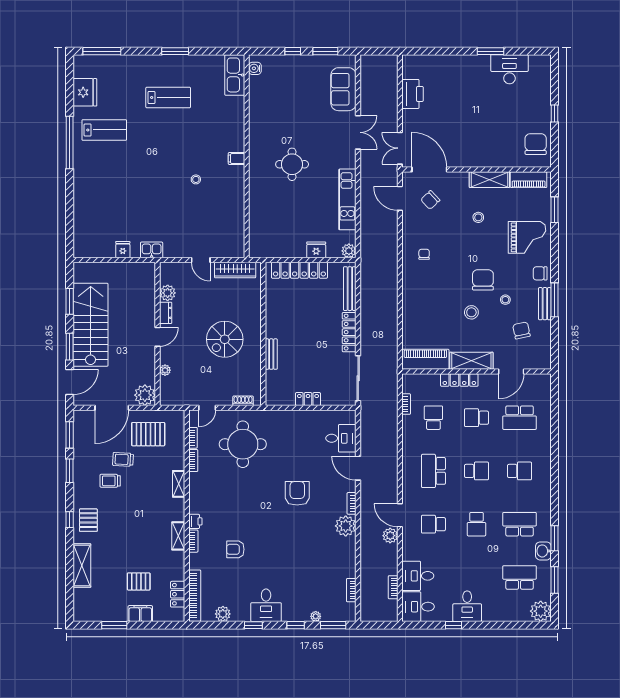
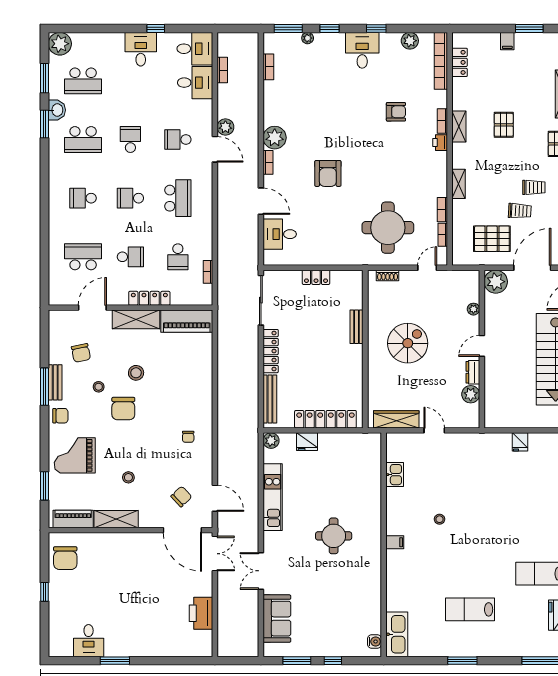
desk: (509, 69) -> (89, 641), width x0.73
kitchen sink: (152, 250) -> (395, 475), moved, turned -90
school desk: (433, 524) -> (178, 140), turned 180
pallet: (139, 581) -> (504, 125), moved, turned 90
filing cabinet: (140, 614) -> (507, 41), width x0.50

